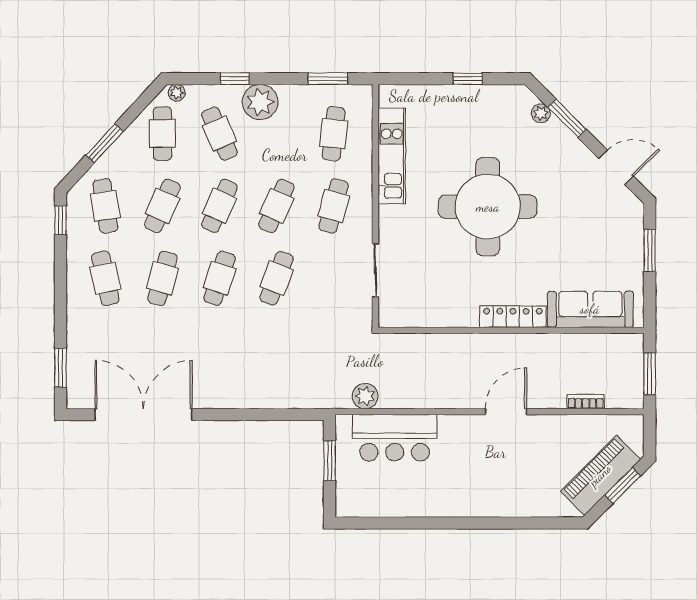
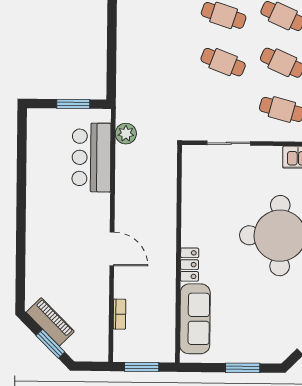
locker: (513, 317) -> (190, 265), width x0.66
piano: (600, 475) -> (50, 322), width x0.73, depth x0.75

